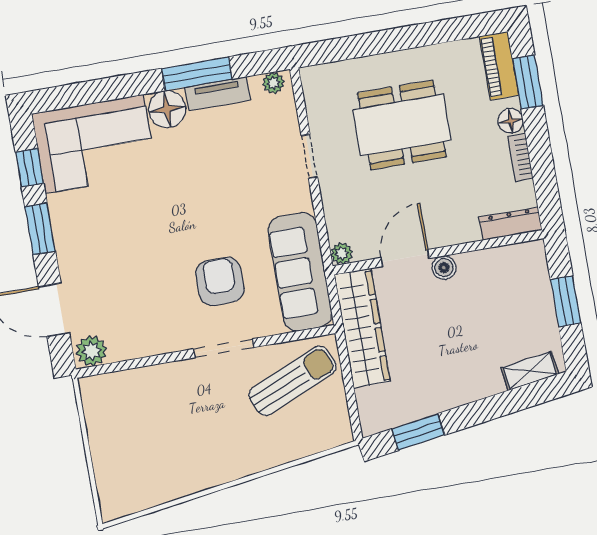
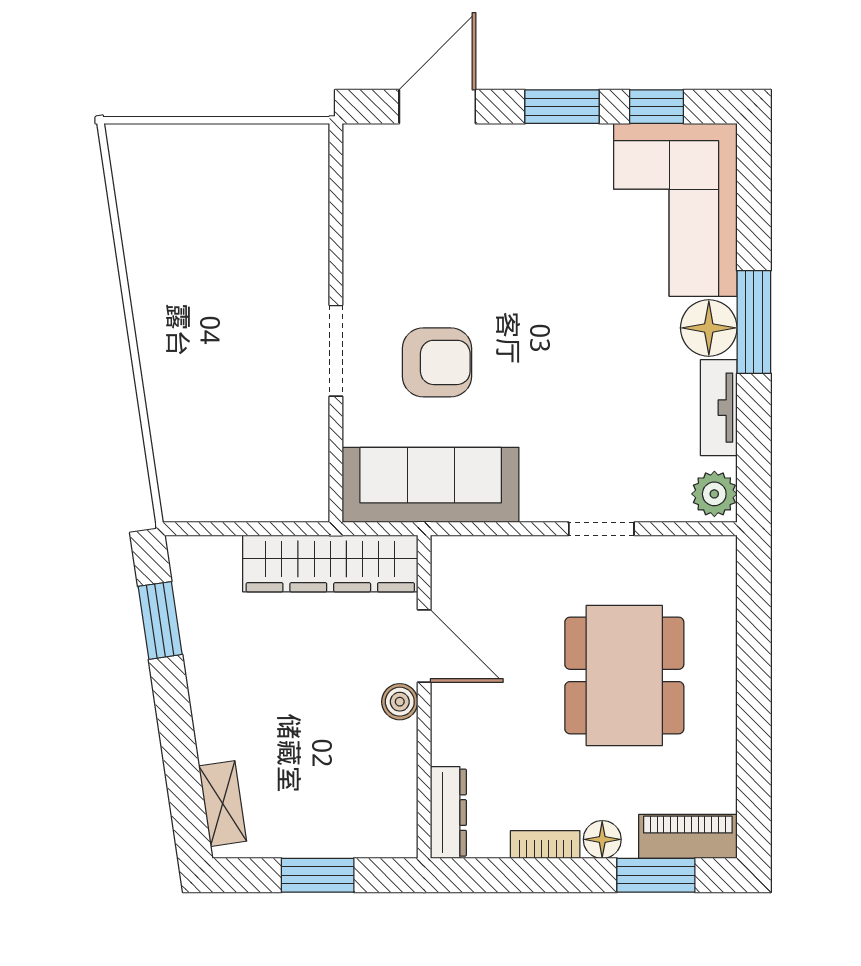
window: (197, 74) -> (754, 322), moved
plant: (273, 83) -> (714, 494), width x1.38, depth x1.38
plant: (342, 253) -> (447, 552), removed
plant: (91, 351) -> (366, 152), removed
sun lounger: (292, 381) -> (269, 445), removed

